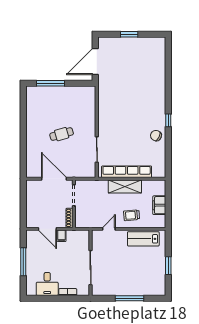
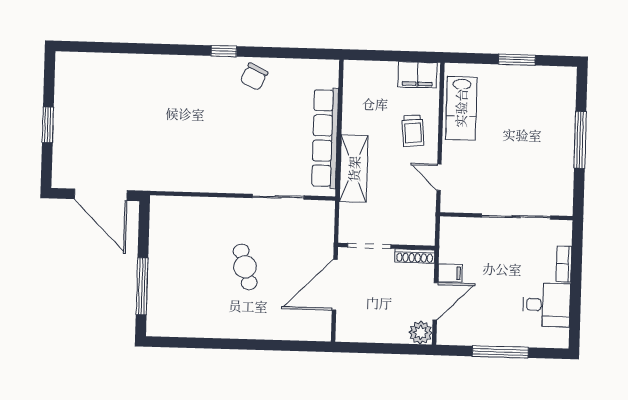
shelving: (125, 186) -> (354, 169), moved
filing cabinet: (159, 205) -> (417, 75), moved
plant: (32, 222) -> (421, 333), added

